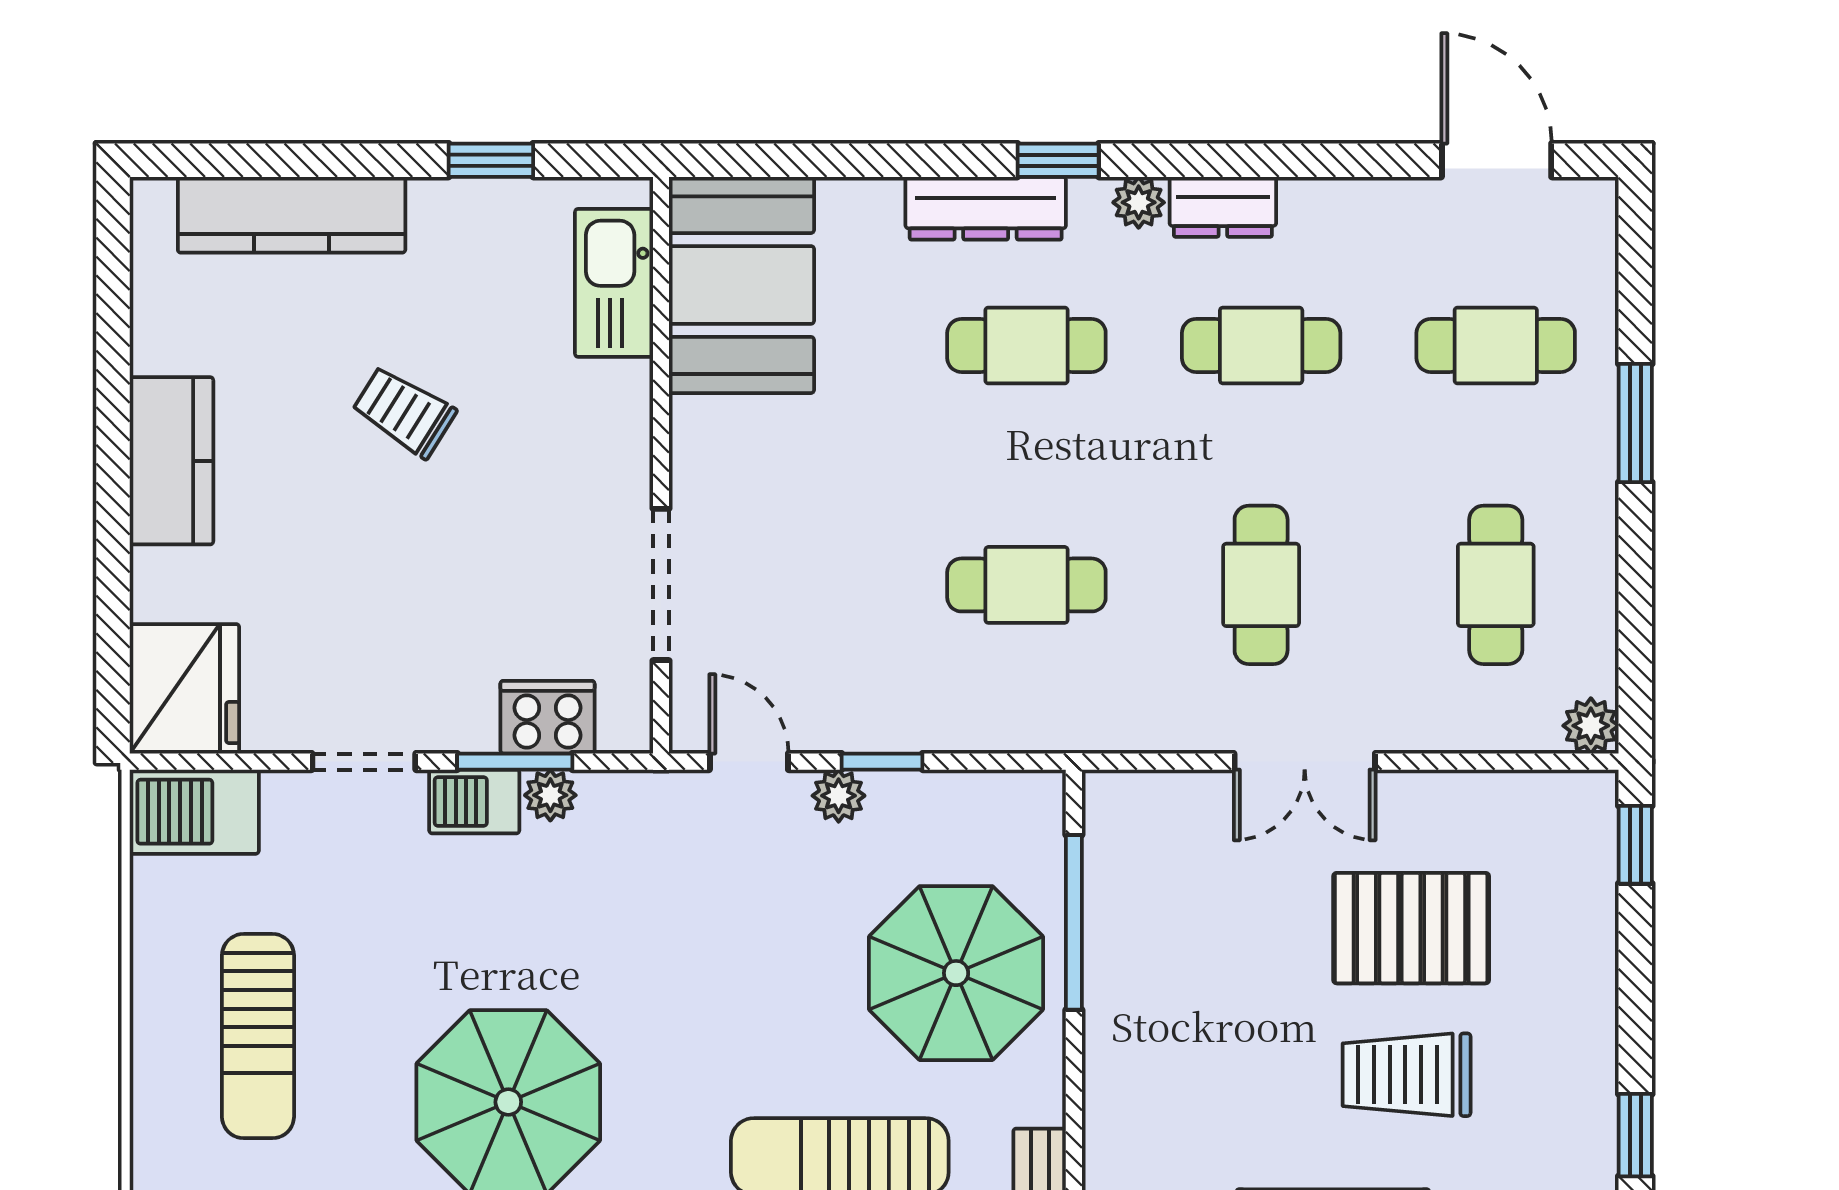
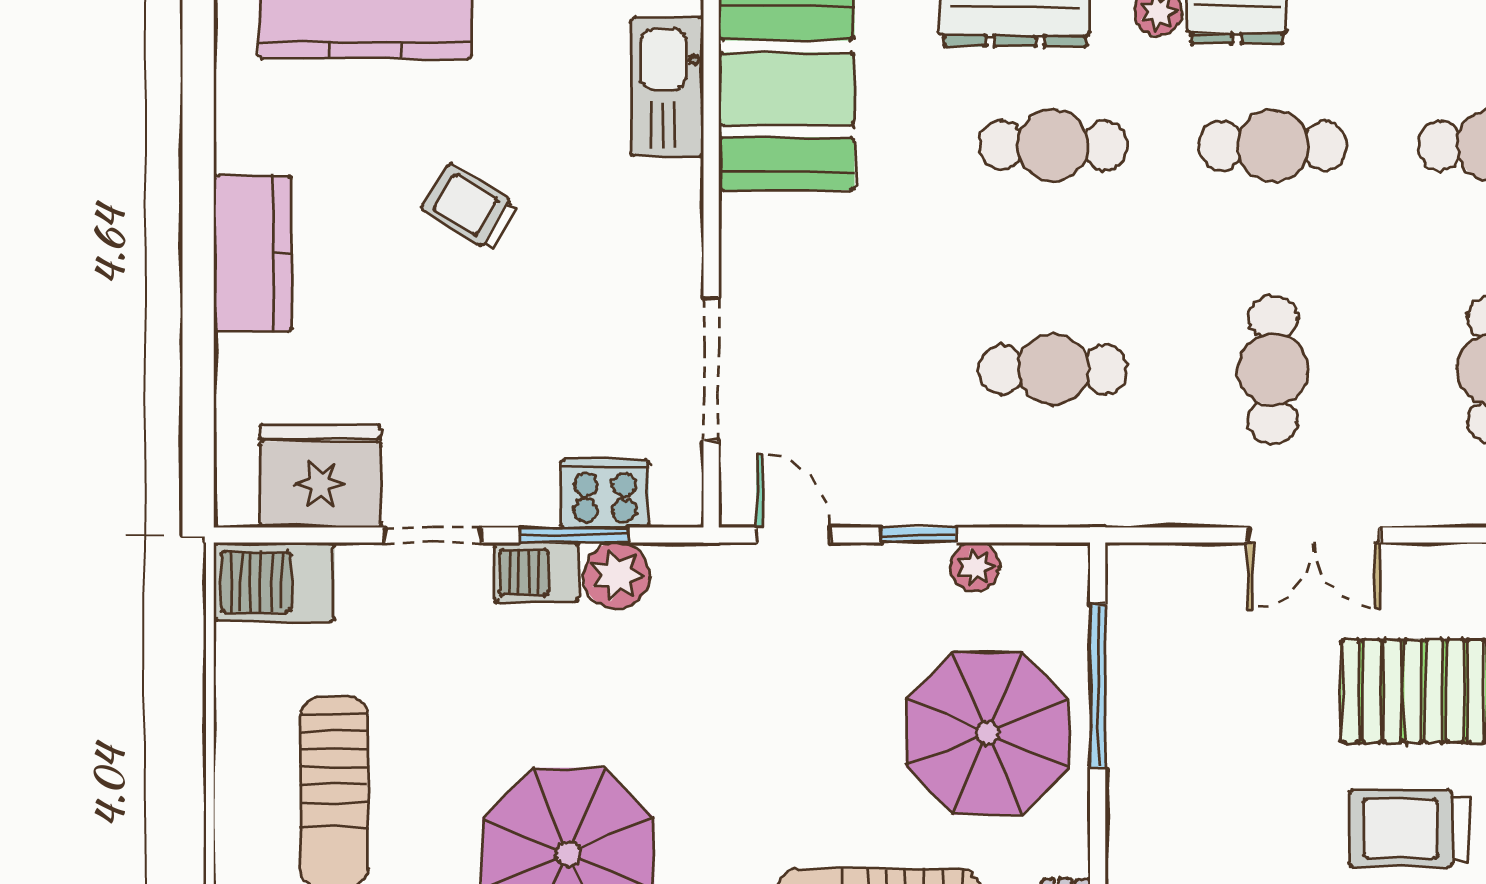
fridge: (184, 689) -> (320, 476), moved, turned -90
plant: (550, 795) -> (616, 576), width x1.38, depth x1.38
plant: (839, 796) -> (975, 567), moved

